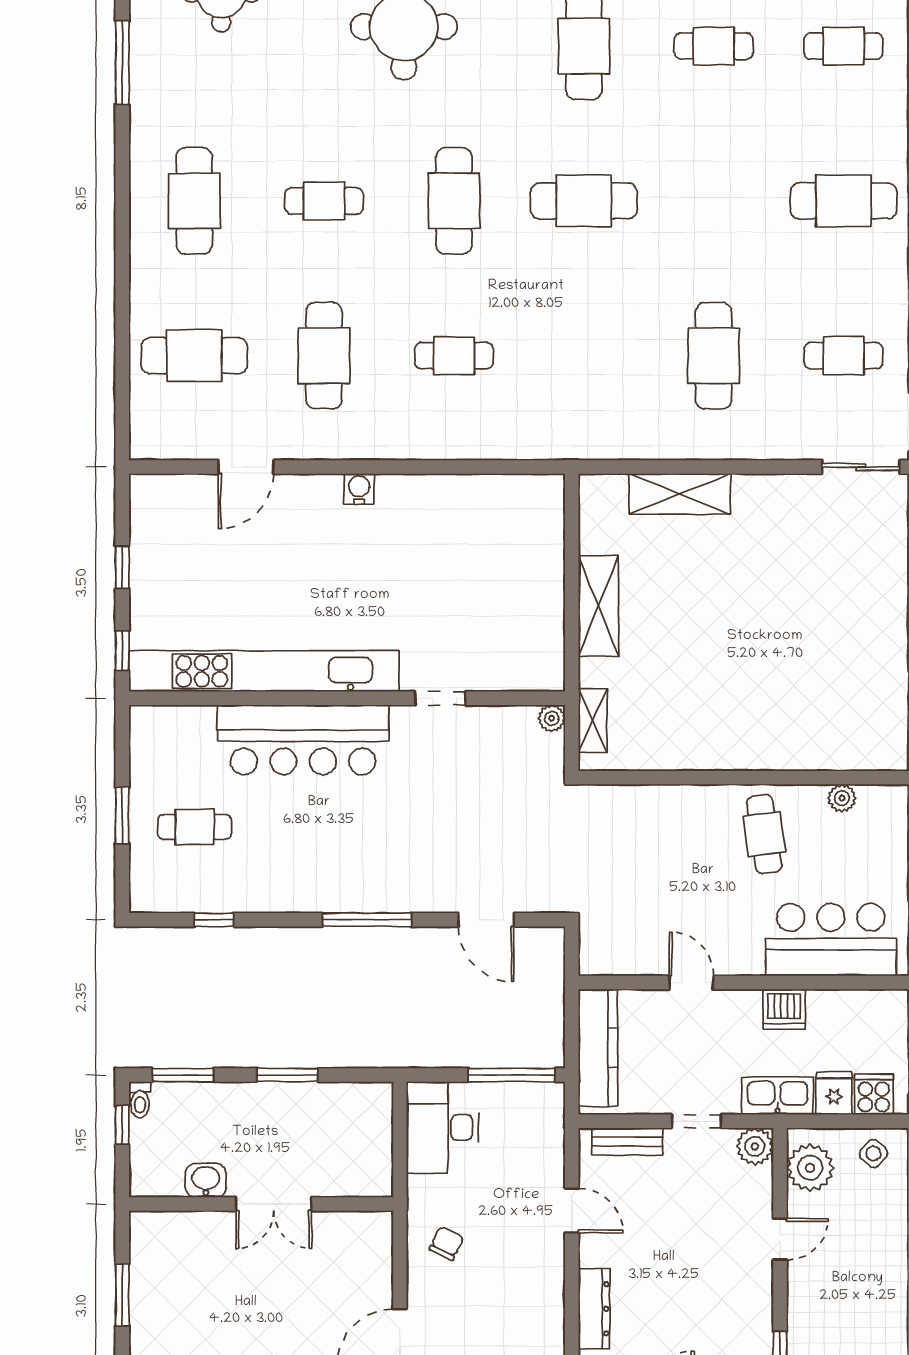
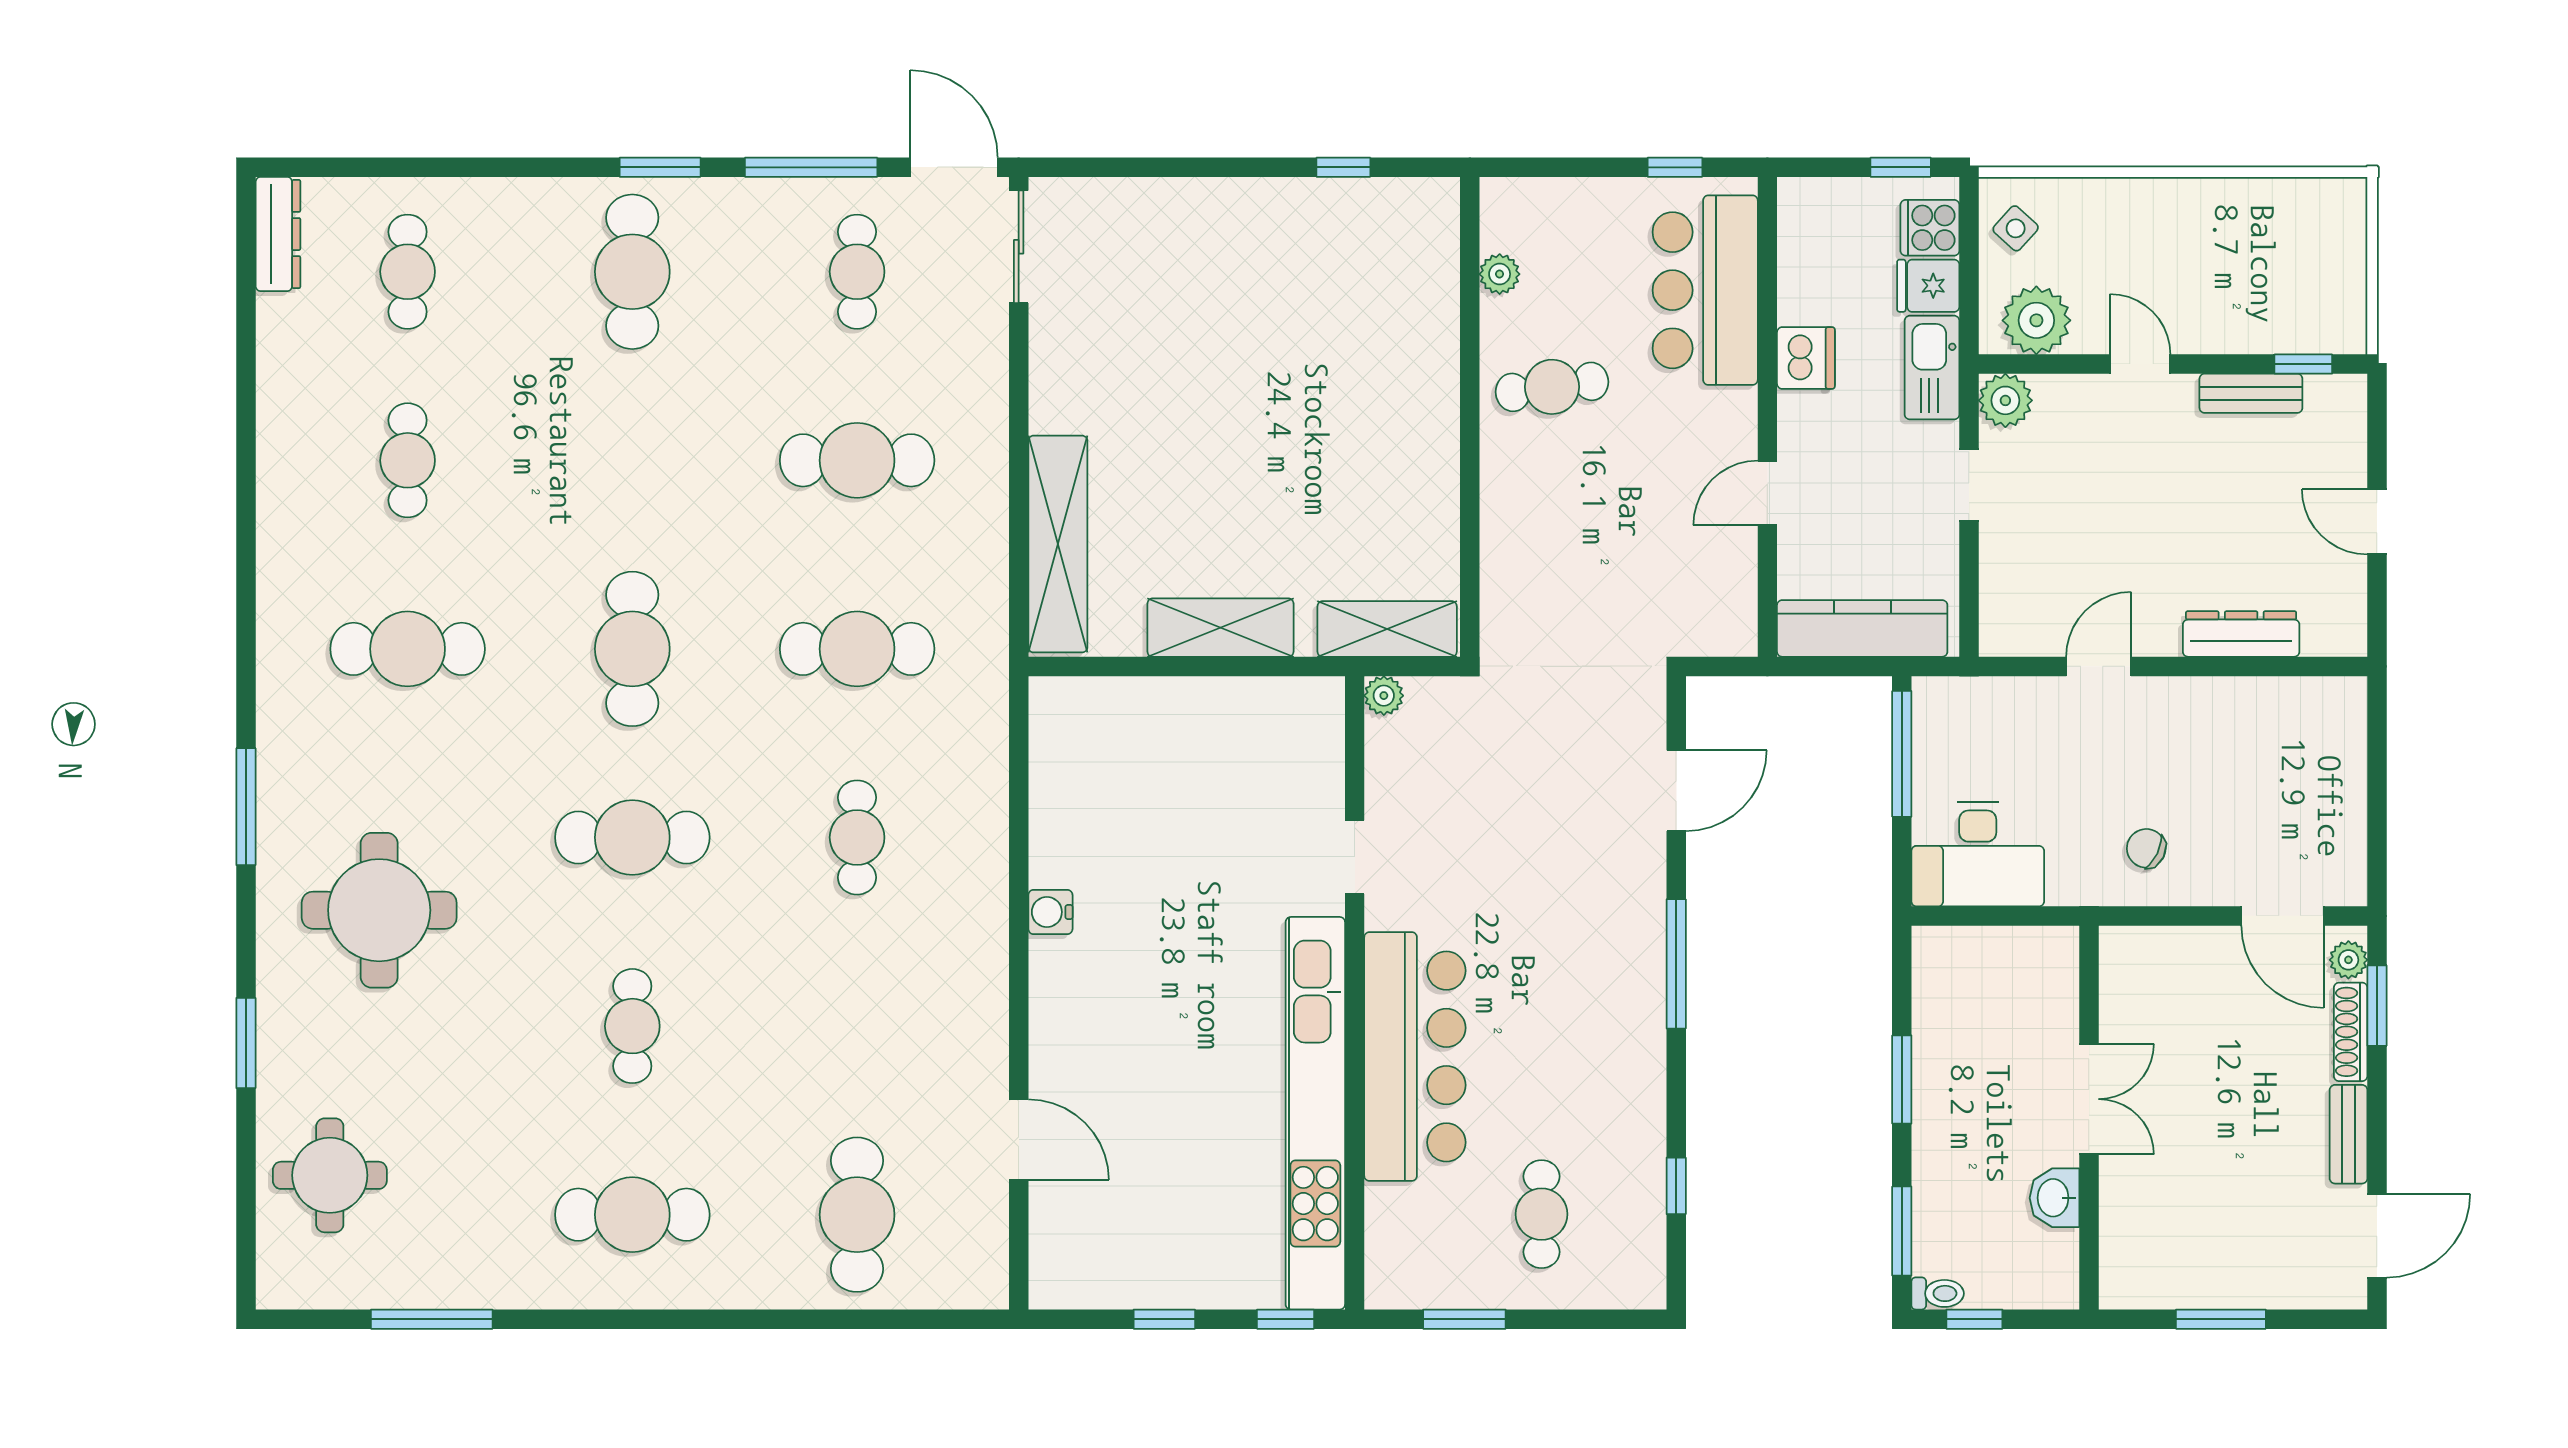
cafe table: (324, 356) -> (857, 649), moved
water cooler: (359, 489) -> (1050, 912), moved
shelving: (680, 494) -> (1058, 544), width x1.47
shelving: (593, 721) -> (1387, 629), width x1.50, depth x1.33
window: (122, 815) -> (1464, 1319), moved
bench: (627, 1141) -> (2251, 393), moved, turned 90

